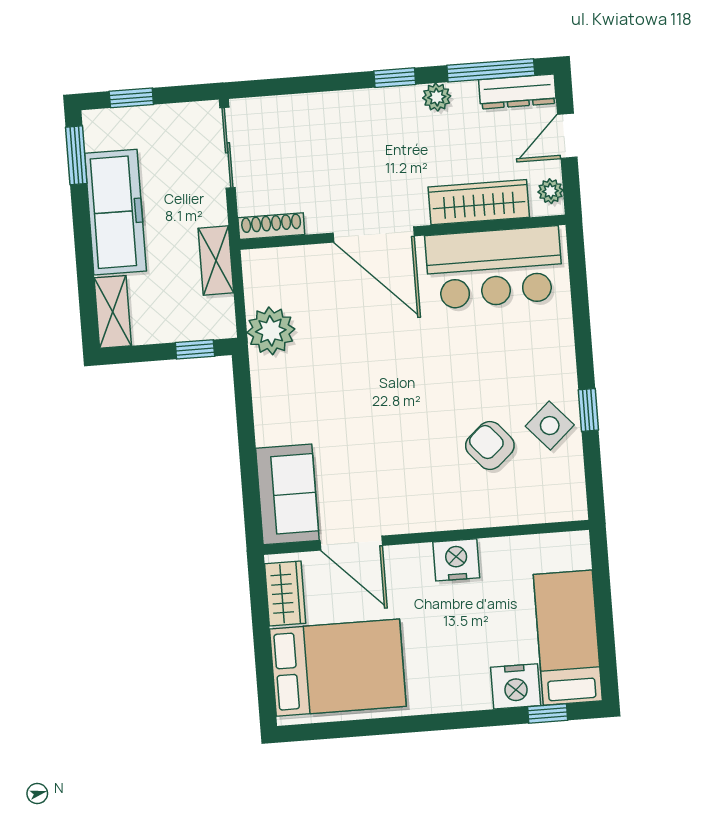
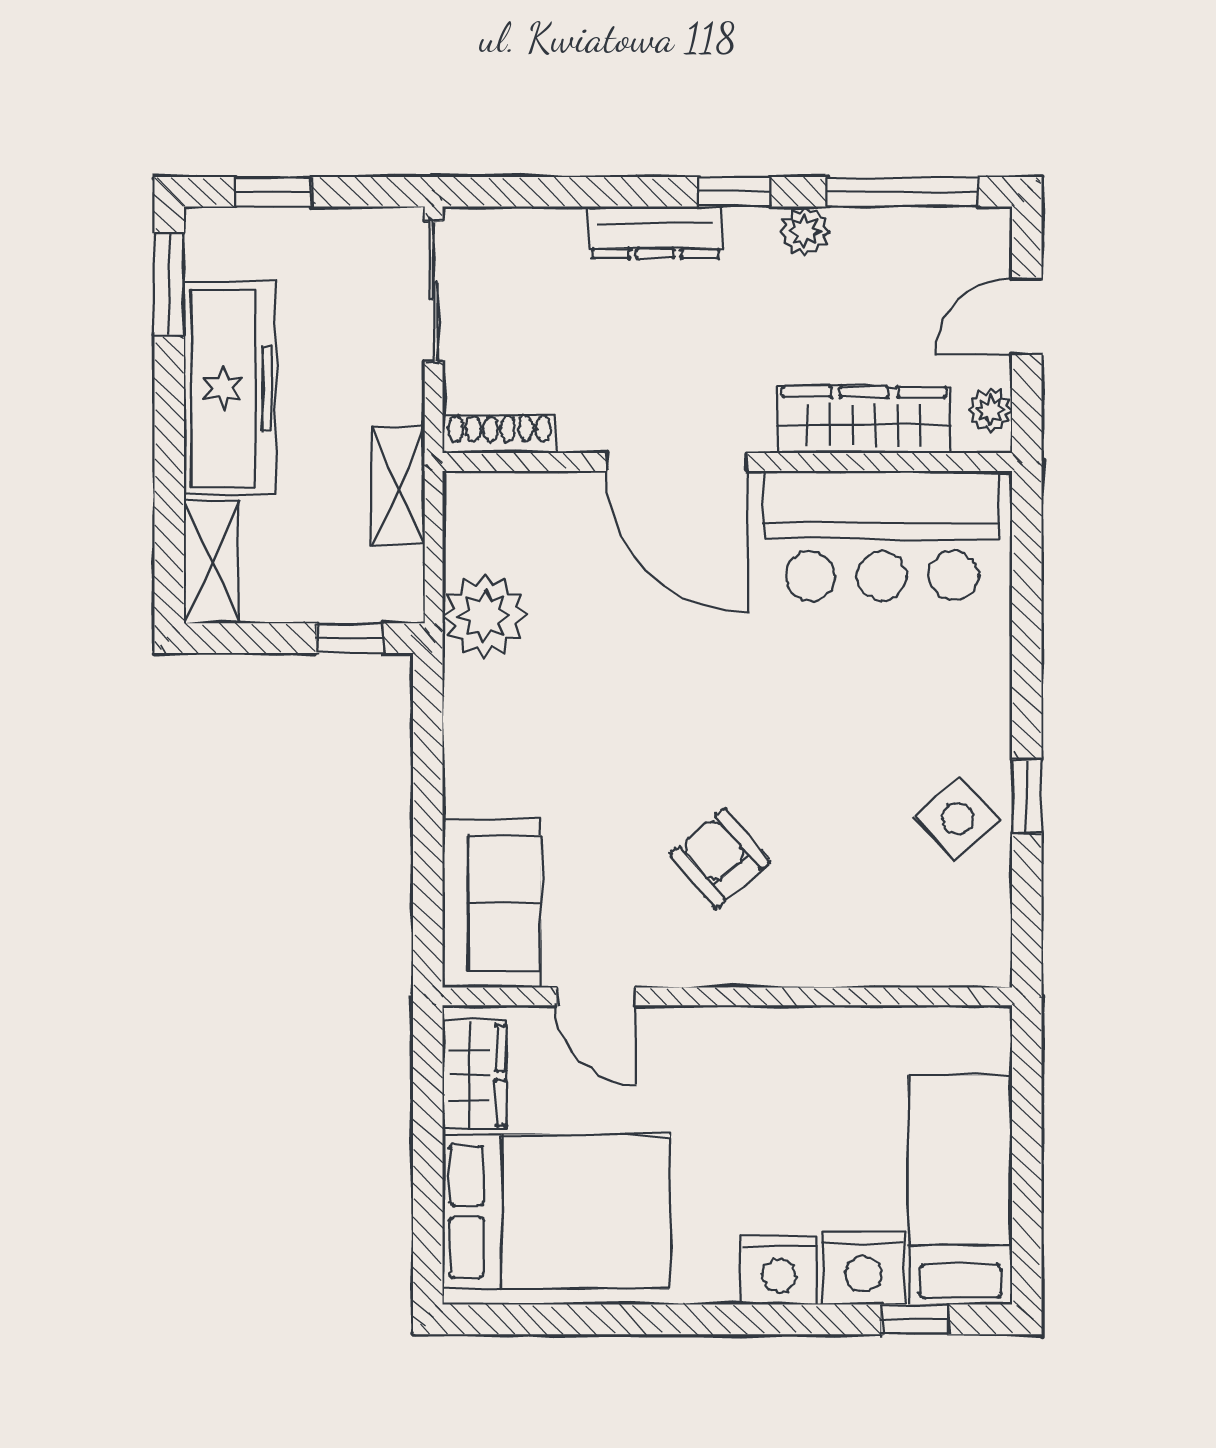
dresser: (517, 92) -> (655, 232), moved
armchair: (490, 445) -> (720, 858), moved
door: (351, 543) -> (596, 996), width x0.73
nightstand: (456, 560) -> (779, 1270), moved, turned 180

